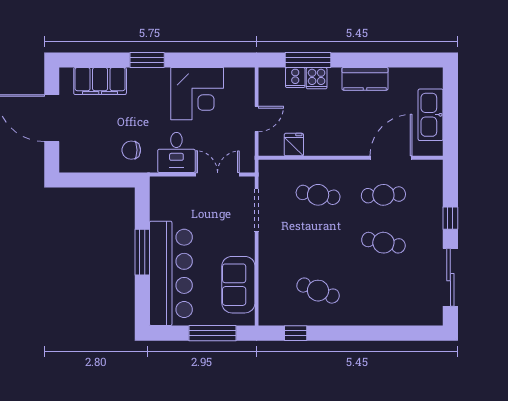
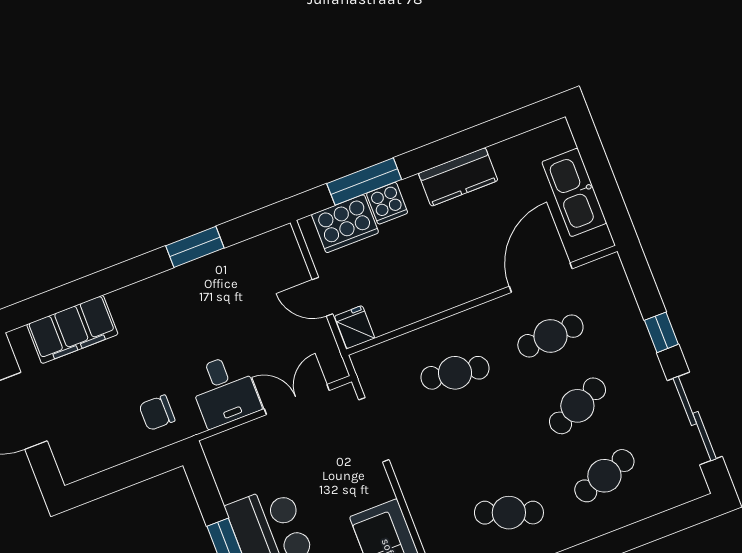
window: (147, 60) -> (195, 247), moved
cooker: (295, 78) -> (345, 224), width x1.87, depth x1.31
corner desk: (197, 94) -> (221, 293), removed
door: (257, 119) -> (323, 297), swing flipped
fridge: (294, 145) -> (355, 327), moved
cafe table: (383, 243) -> (577, 406), turned -36
cafe table: (383, 291) -> (604, 476), added

